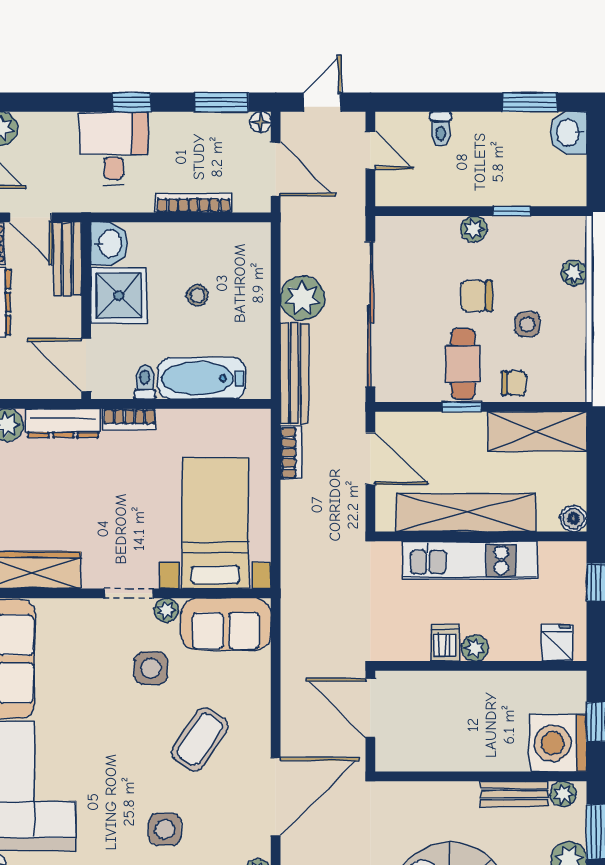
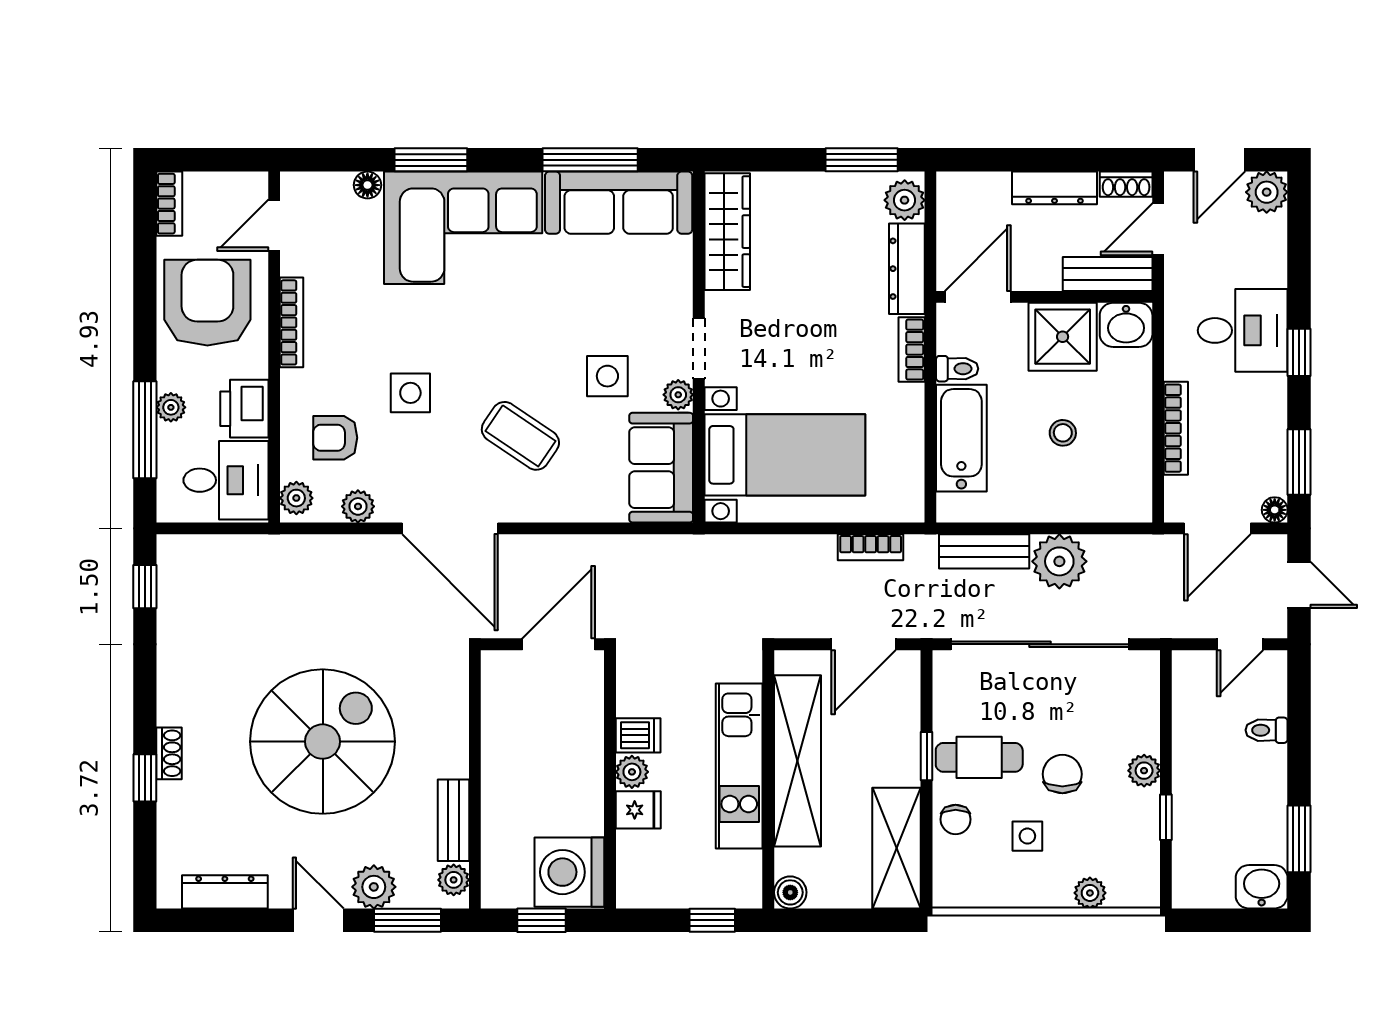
bench: (294, 373) -> (984, 551), width x0.73
fridge: (557, 643) -> (638, 810), moved
washing machine: (558, 743) -> (569, 872), moved, turned -90

